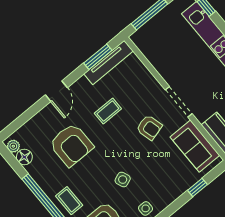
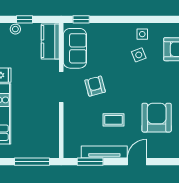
tv unit: (108, 62) -> (104, 152), moved
side table: (123, 180) -> (139, 55), moved
window: (197, 187) -> (81, 19), moved

